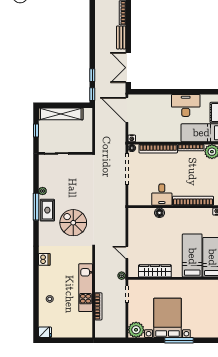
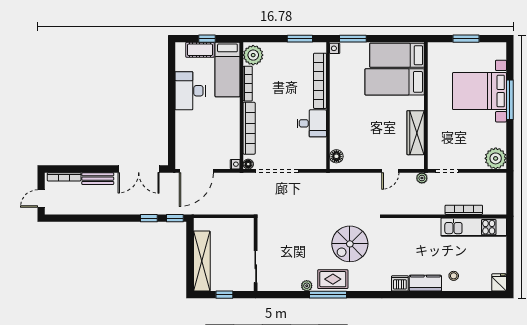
floor lamp: (159, 213) -> (336, 156), moved
kitchen counter: (44, 278) -> (425, 283), added
kitchen unit: (86, 288) -> (474, 227), moved
bed with nightstands: (167, 318) -> (479, 91), moved

